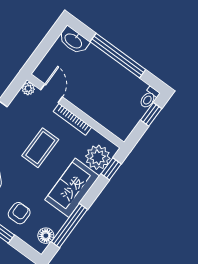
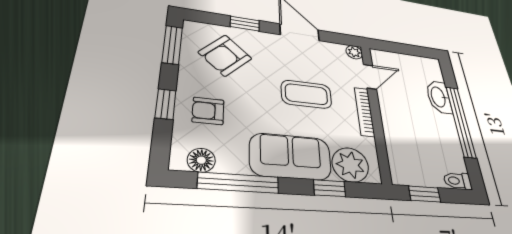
washbasin: (74, 41) -> (439, 97), moved
window: (151, 114) -> (425, 194), moved
window: (111, 169) -> (330, 188), moved
armchair: (19, 213) -> (208, 111), turned 180

